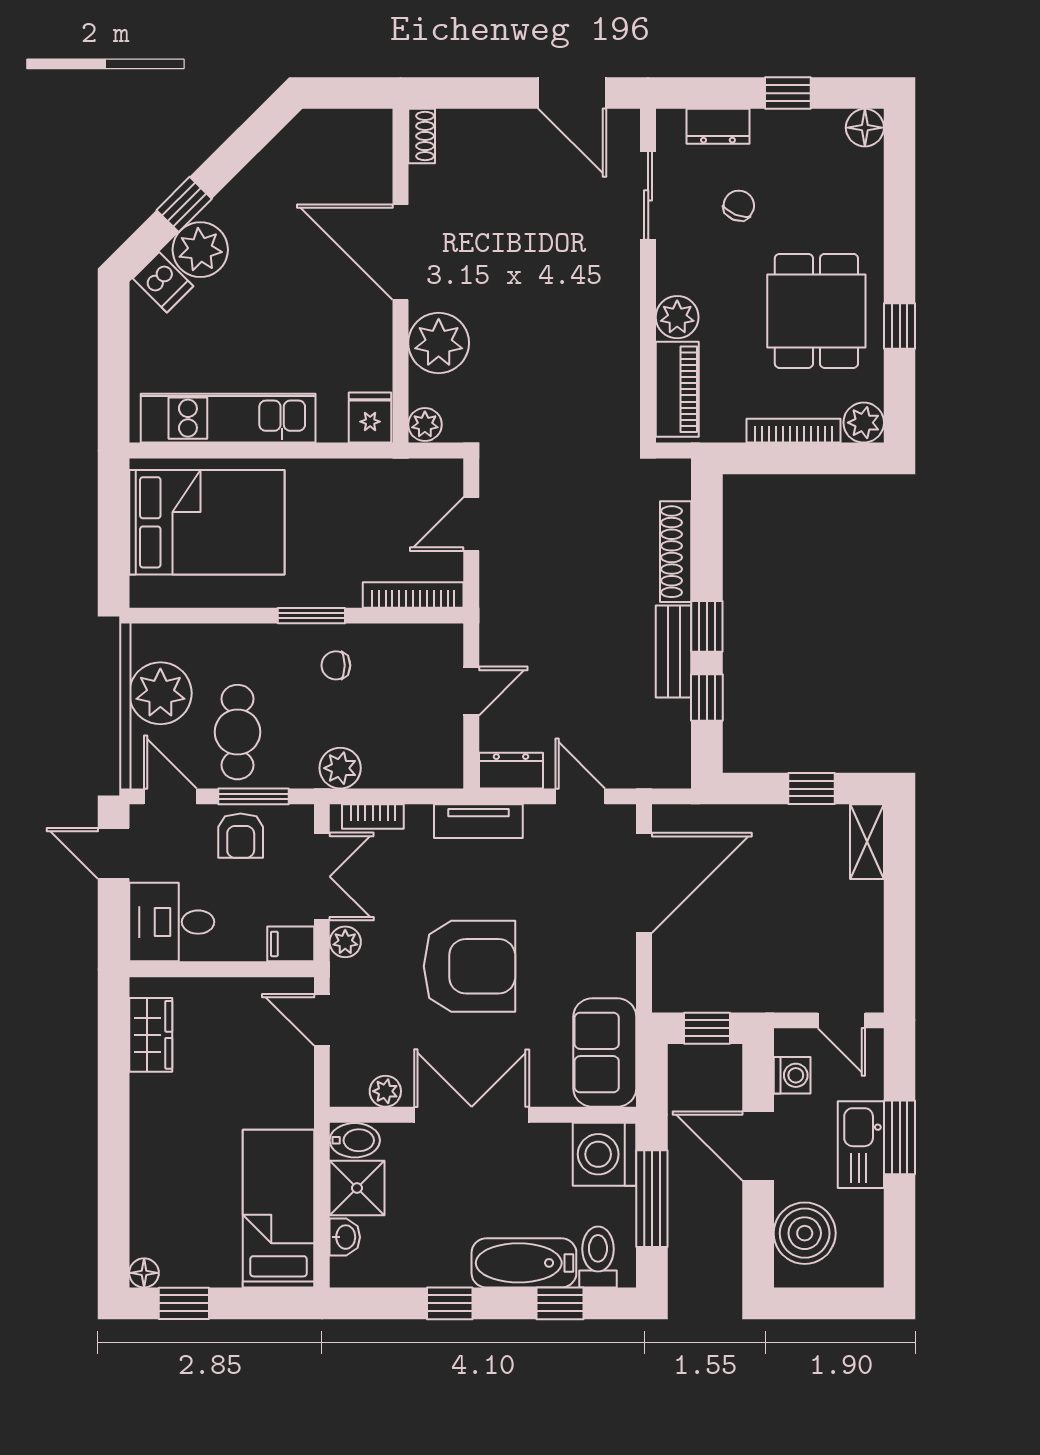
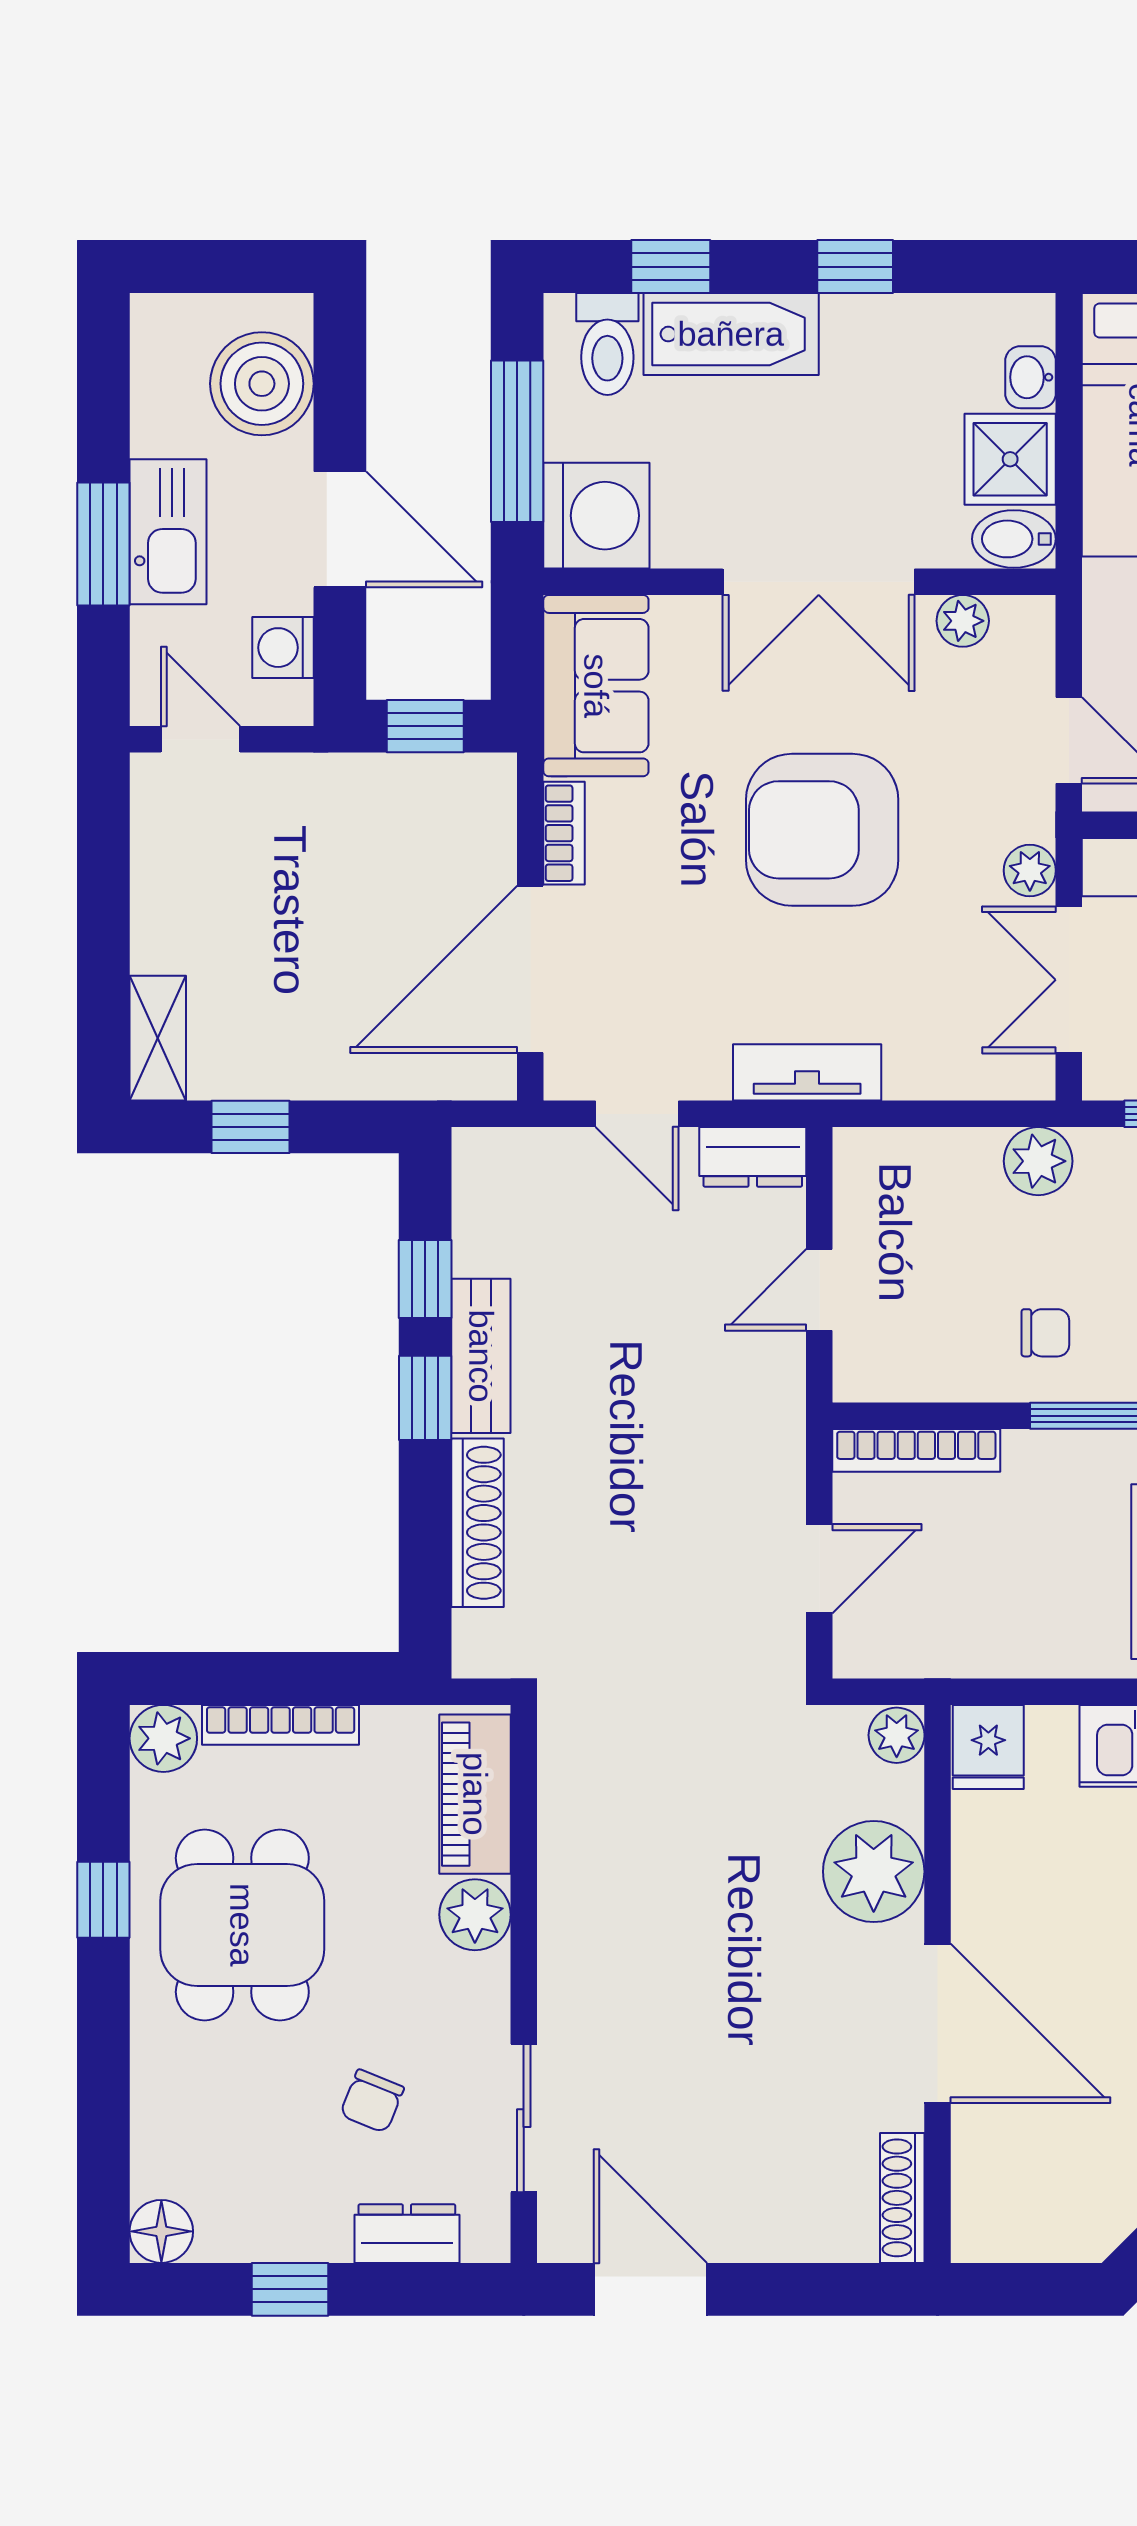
shoe rack: (422, 136) -> (902, 2198), width x1.43
bookcase: (373, 817) -> (564, 833), moved, turned 90

